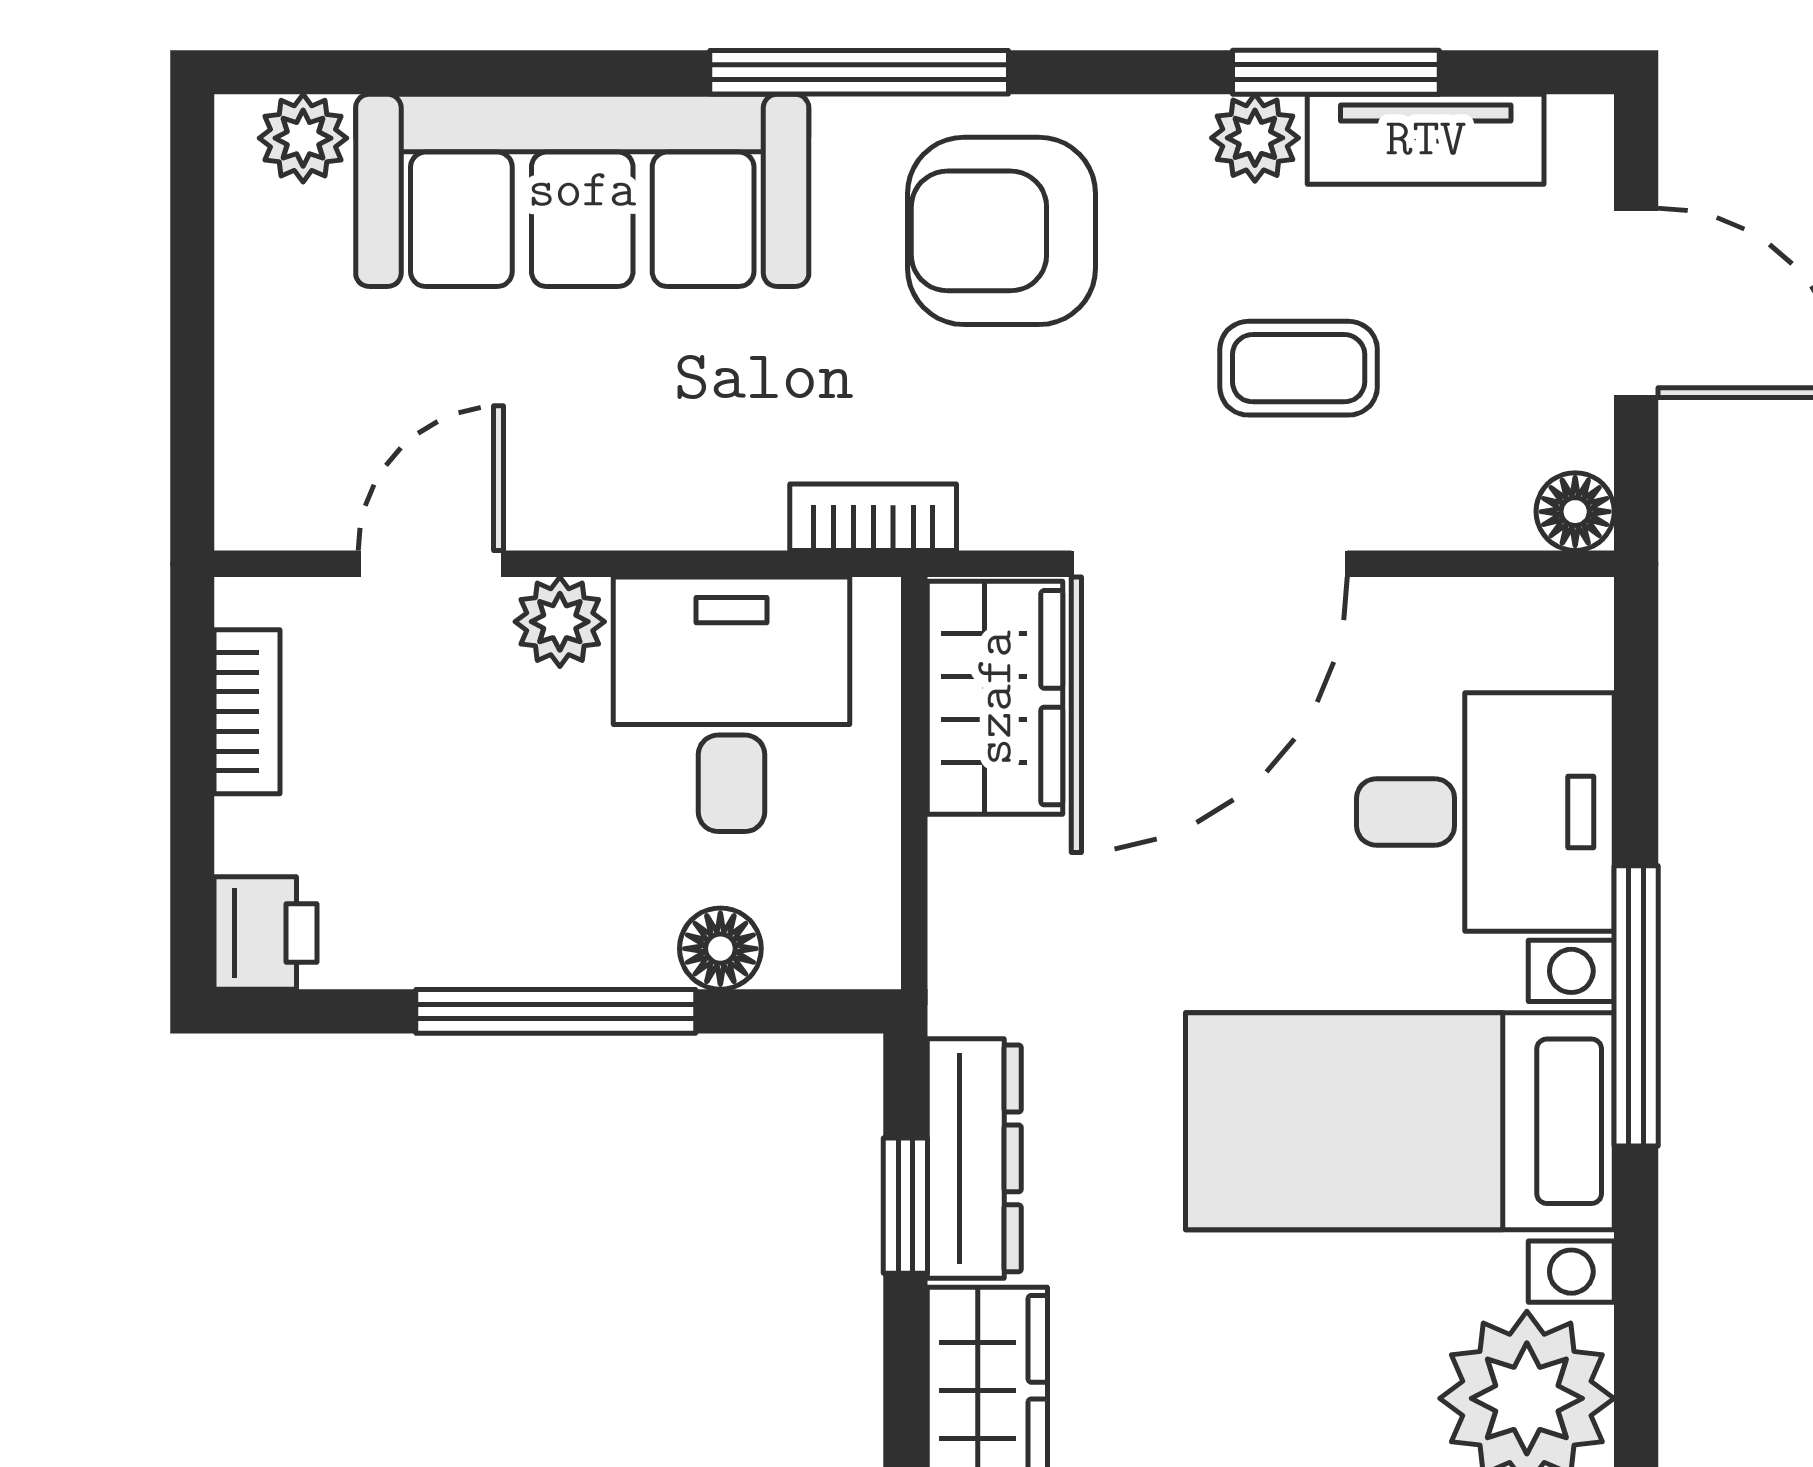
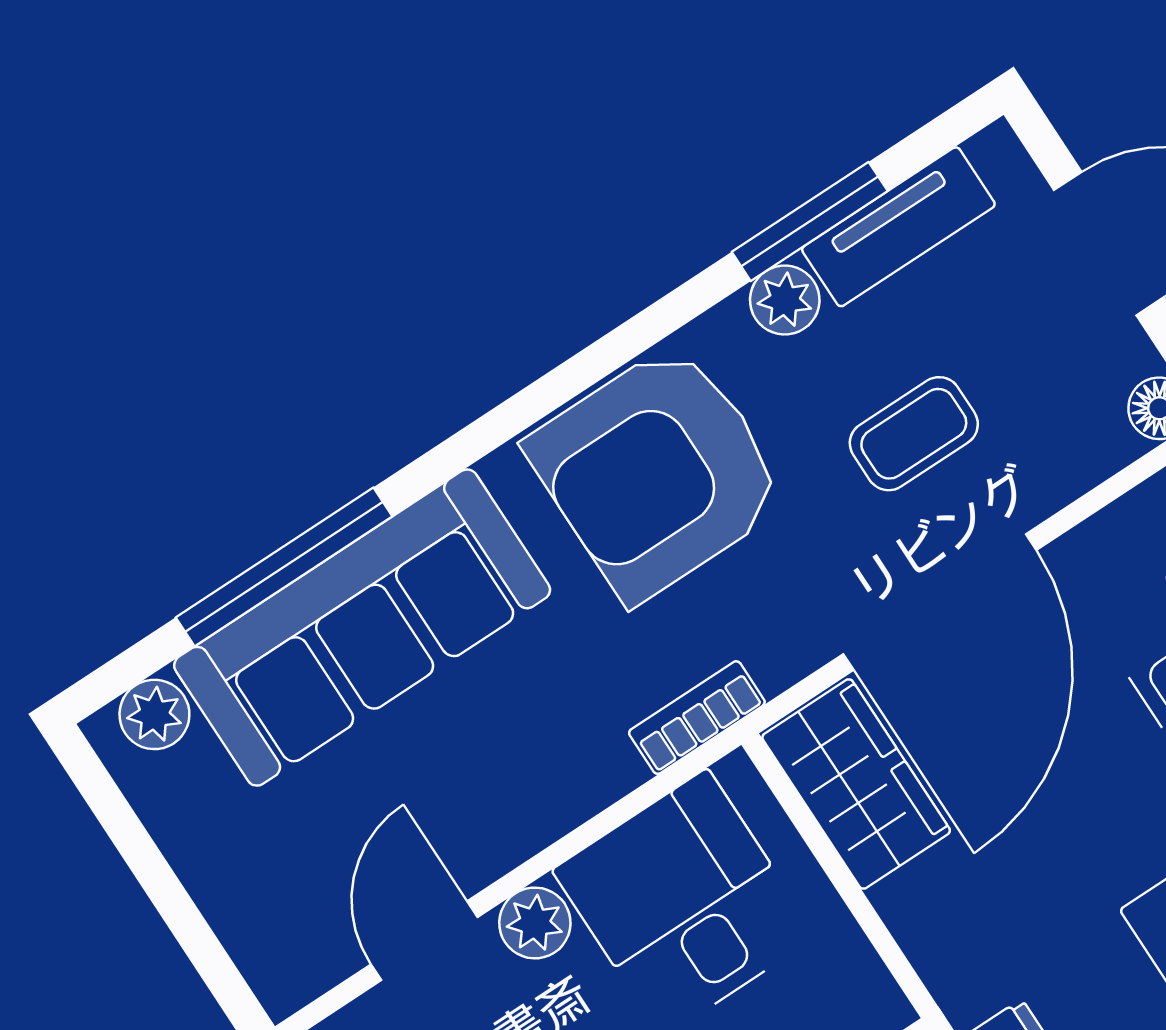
window: (859, 72) -> (284, 567), moved
armchair: (1001, 231) -> (657, 472), width x1.36, depth x1.36

